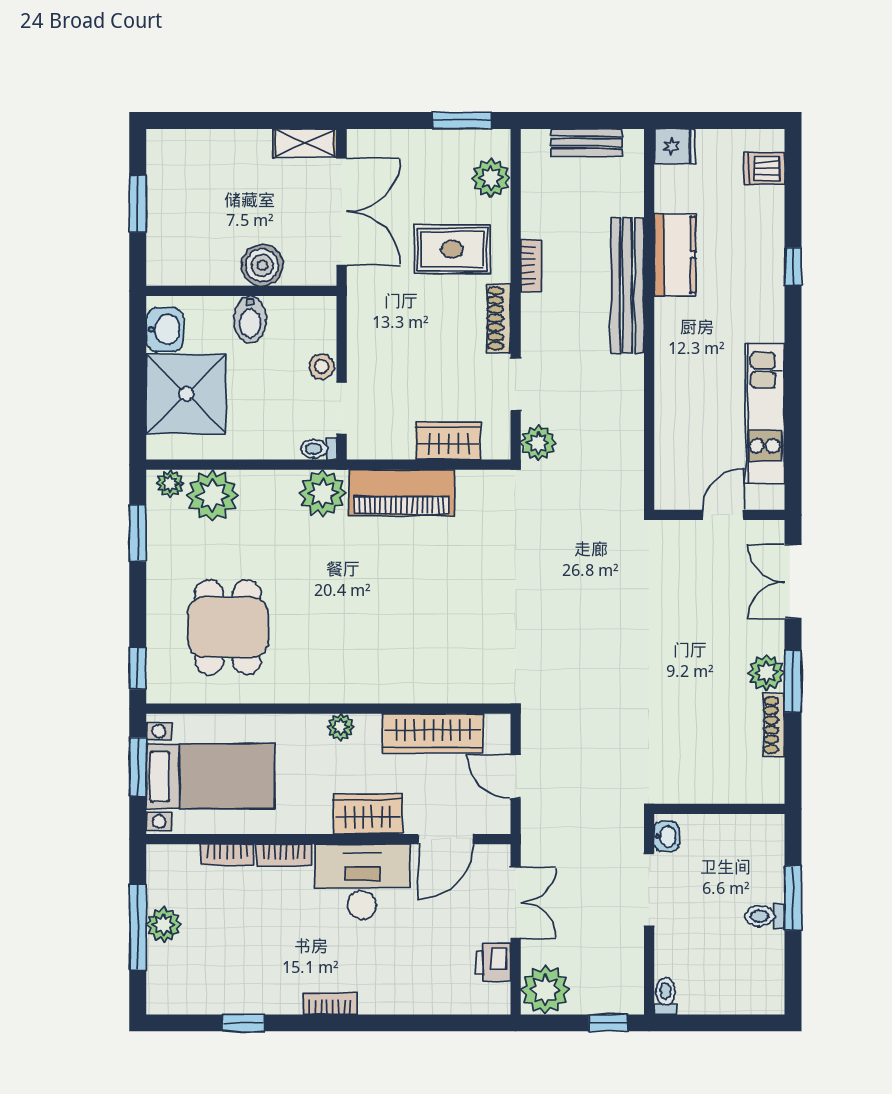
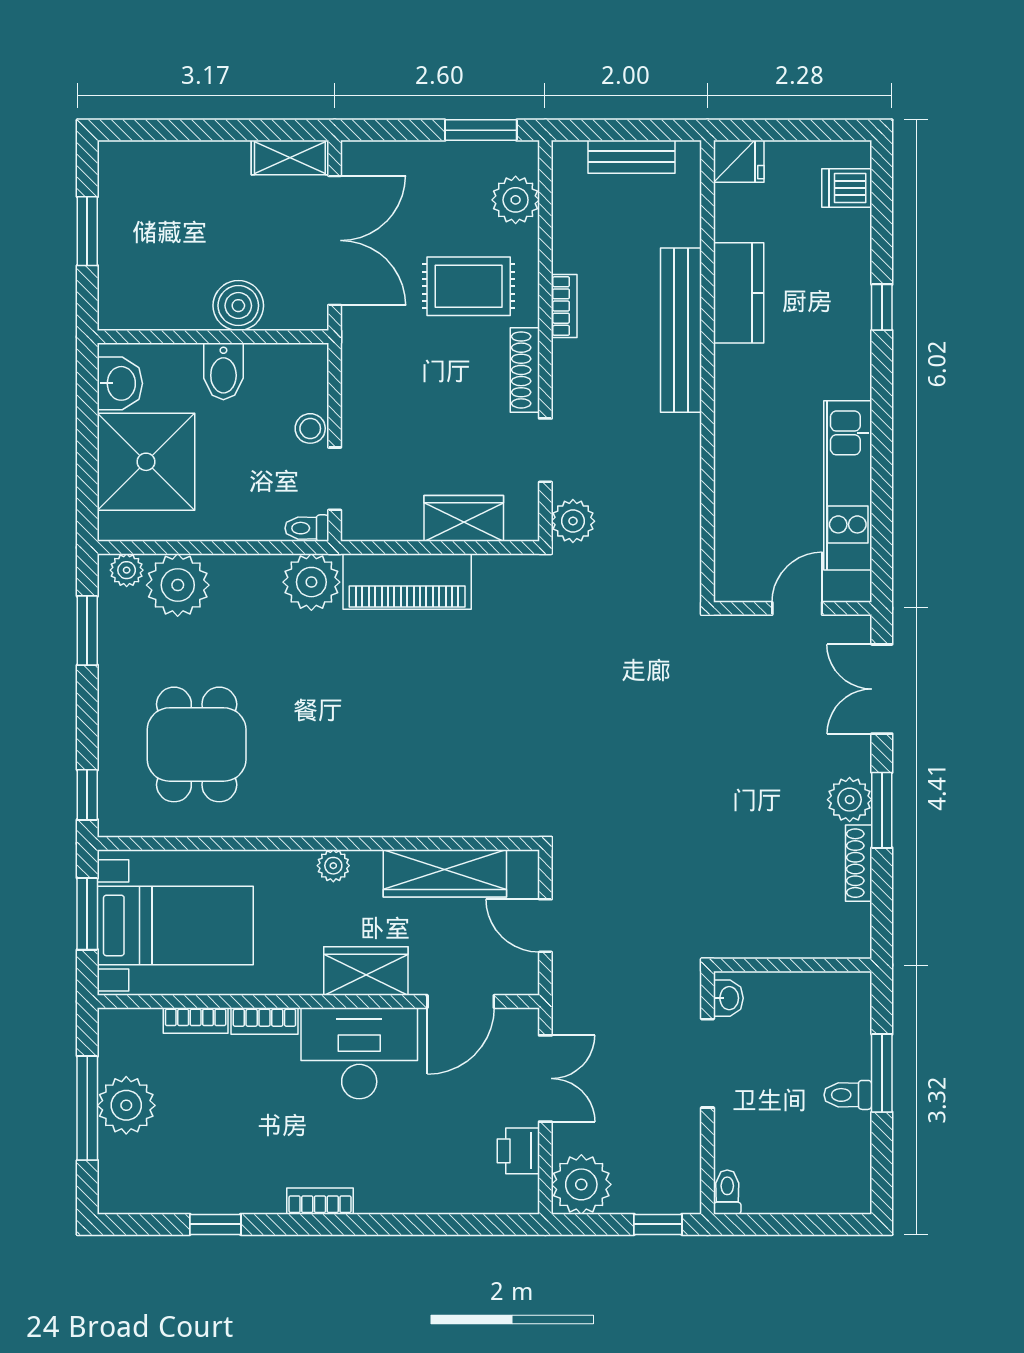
plant: (164, 925) -> (126, 1105), width x1.36, depth x1.36

